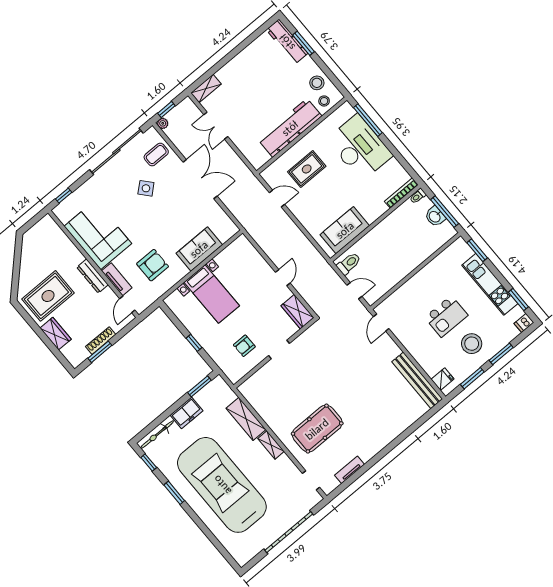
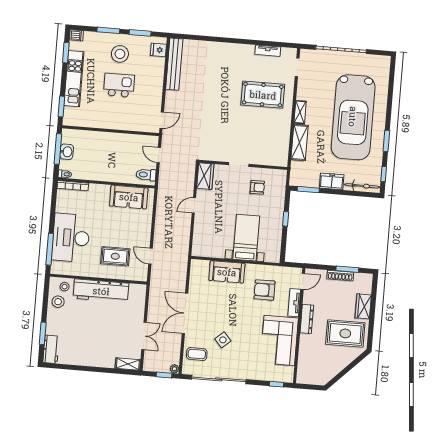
workbench: (287, 42) -> (51, 349), width x0.73

